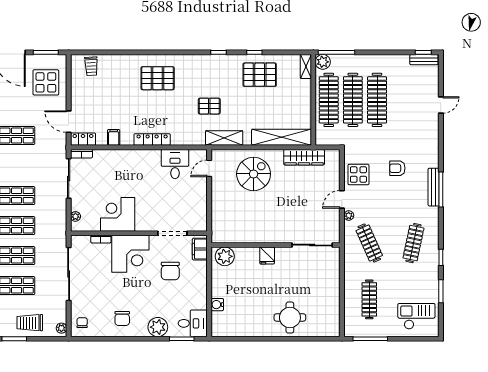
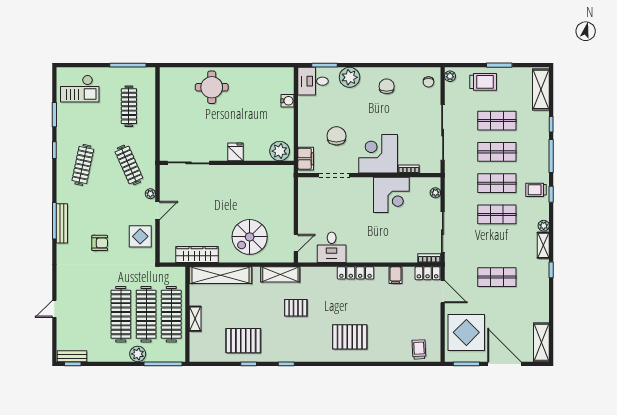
plant: (323, 62) -> (138, 354), moved
shelving: (306, 66) -> (195, 319), moved
display table: (46, 82) -> (466, 332), width x1.36, depth x1.36

